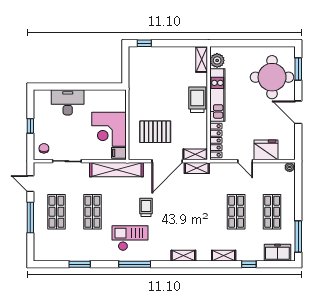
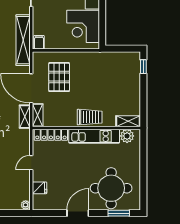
corner desk: (109, 129) -> (83, 26), moved, turned -90
fridge: (266, 150) -> (39, 188), width x0.53, depth x0.75

